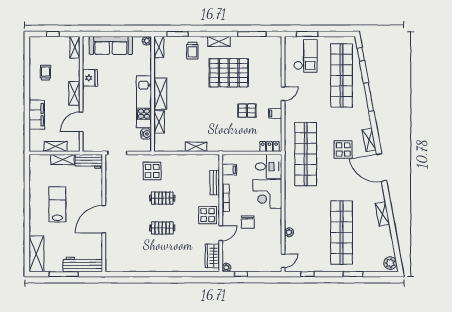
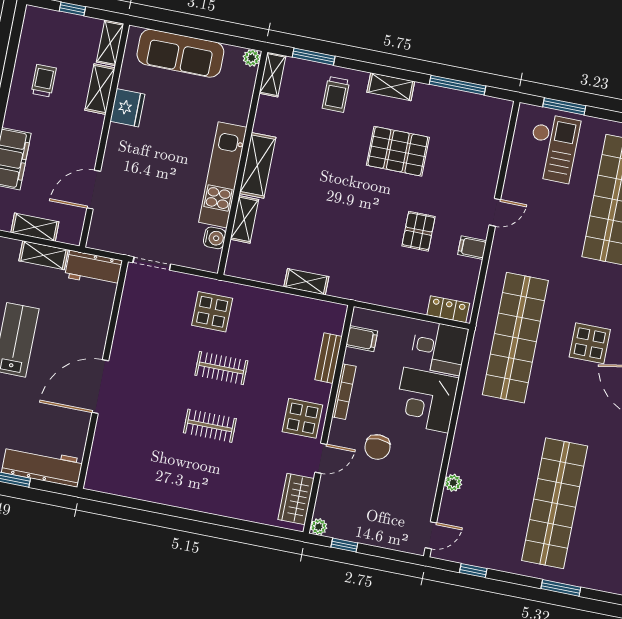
pallet: (229, 73) -> (398, 151), width x0.73, depth x0.71
shelving: (74, 93) -> (100, 89), moved
pallet: (247, 111) -> (419, 231), turned 90

